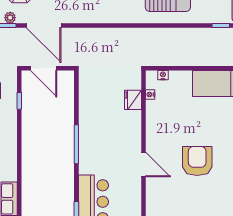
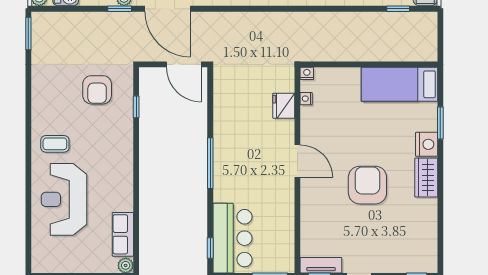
door: (44, 68) -> (184, 64), moved
nightstand: (163, 75) -> (307, 73), moved
door: (143, 165) -> (297, 161), moved

